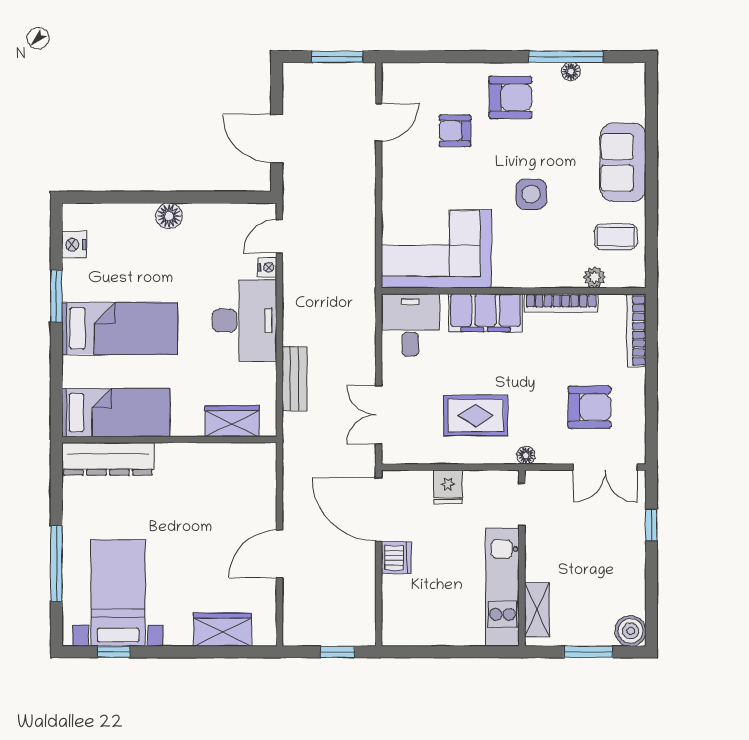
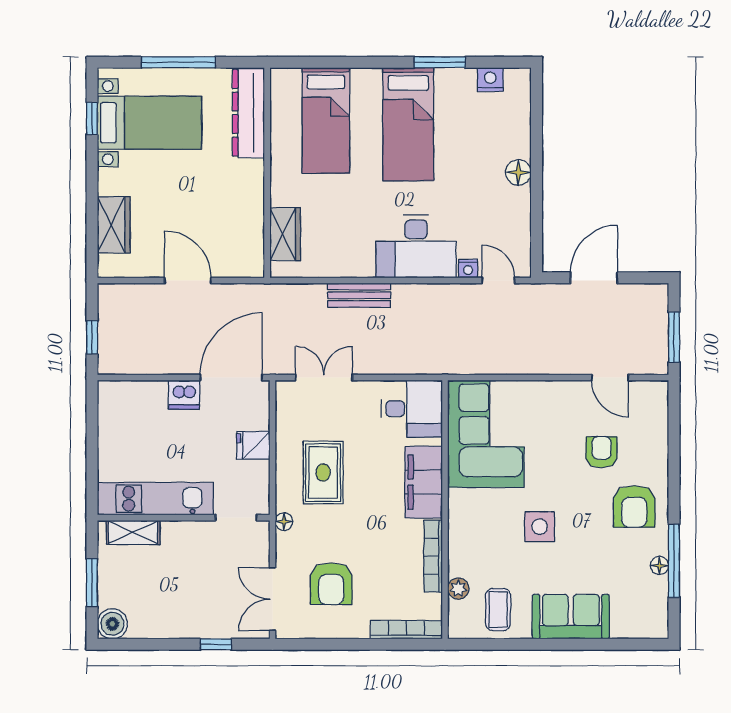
wardrobe: (232, 421) -> (285, 234), moved
wall: (169, 440) -> (267, 173), moved
dresser: (108, 459) -> (248, 113), moved

